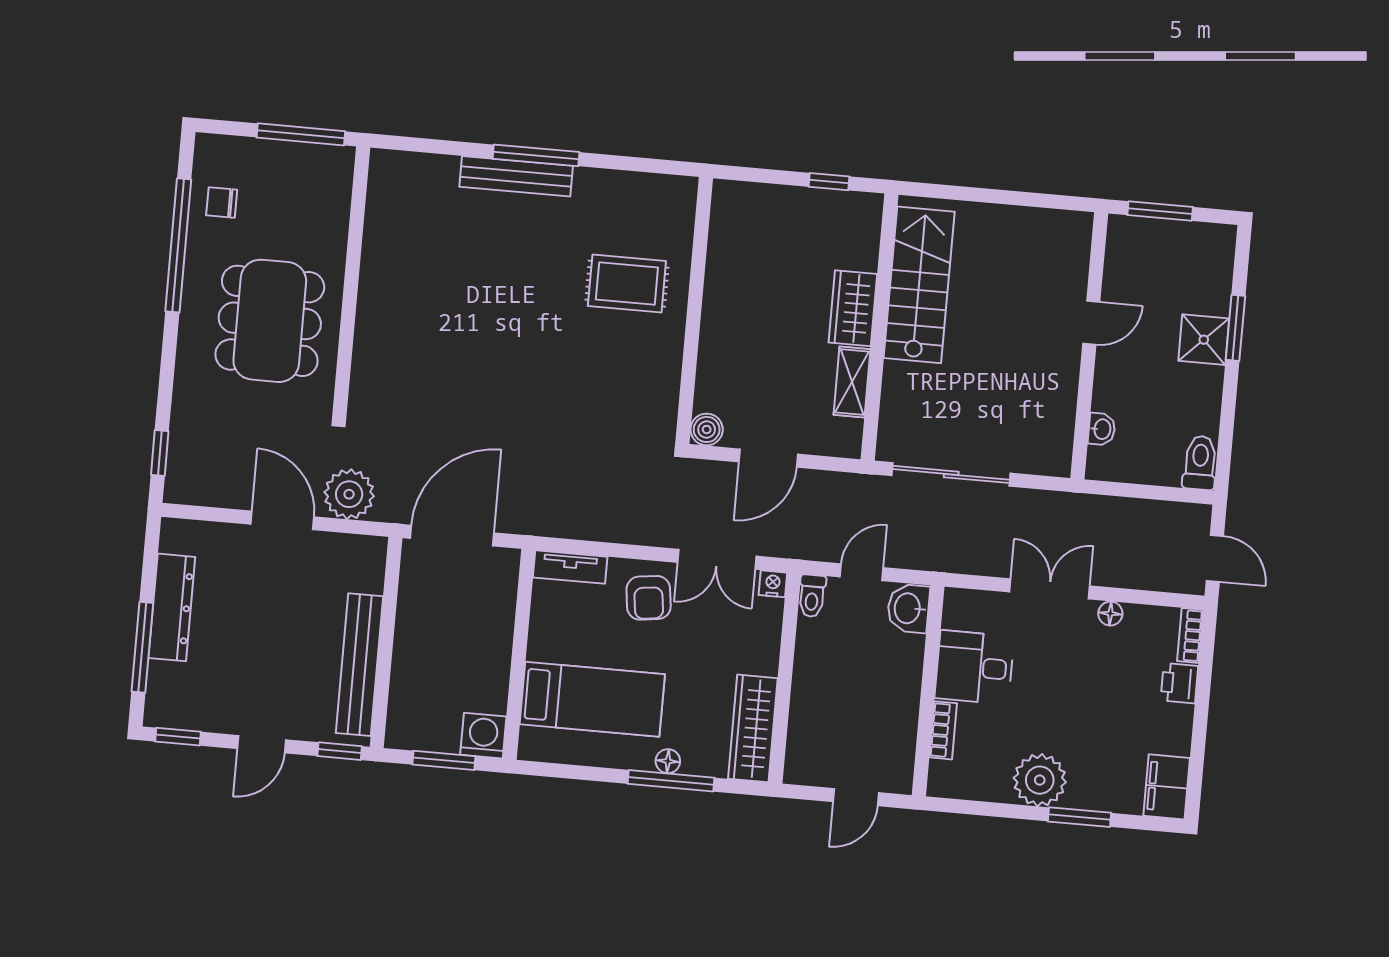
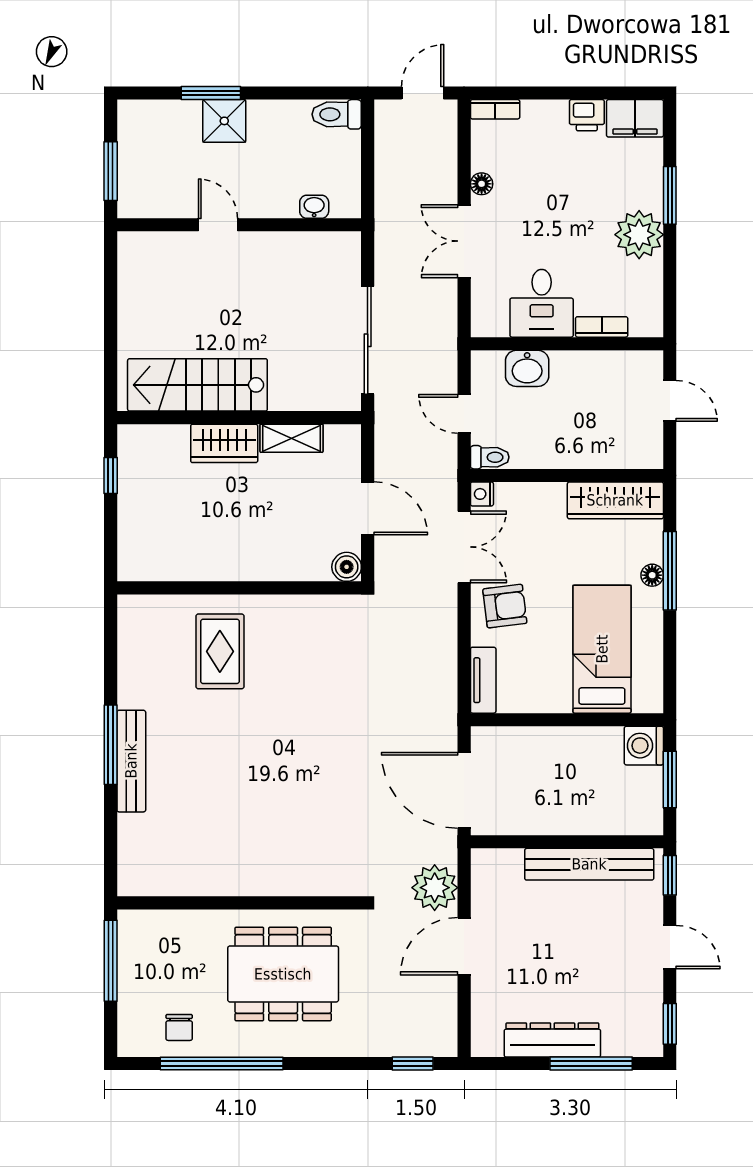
washbasin: (908, 608) -> (527, 368), moved
printer: (1179, 683) -> (587, 115), moved

